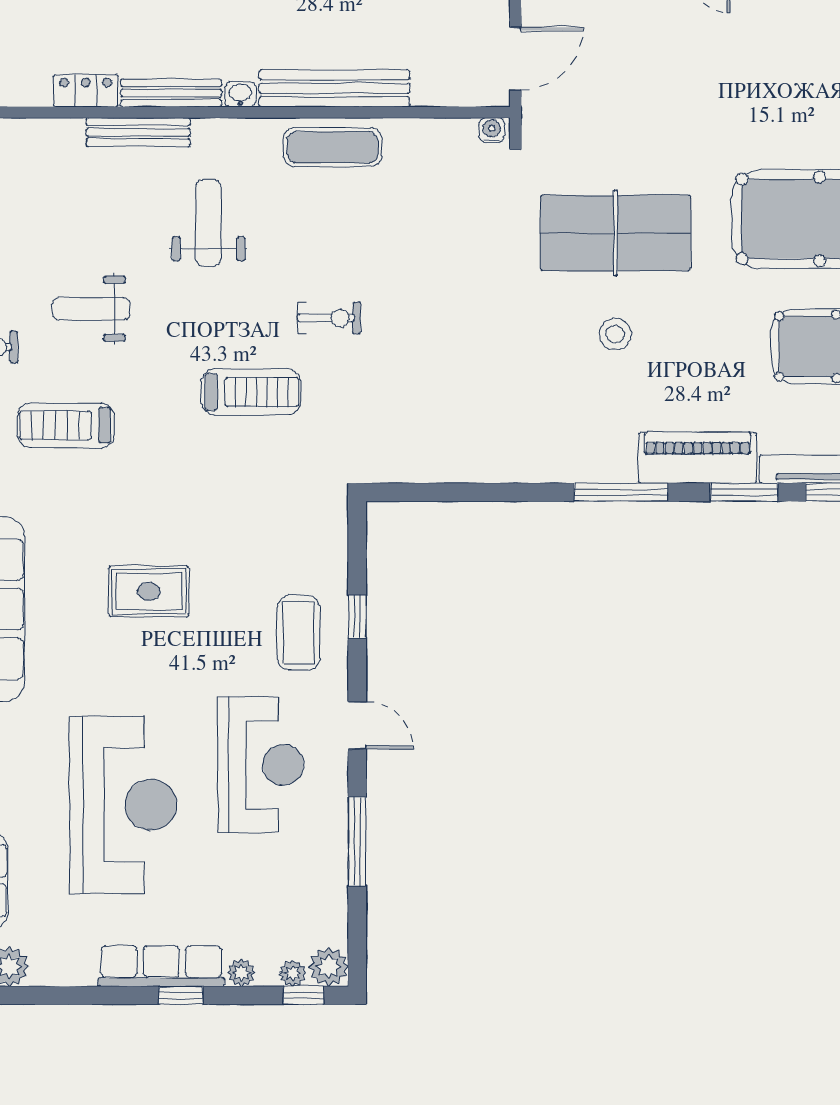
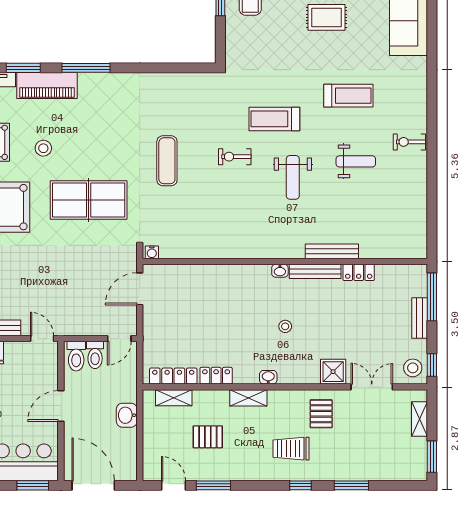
bench: (334, 88) -> (232, 274), removed
exercise mat: (333, 147) -> (167, 161), moved, turned 90
weight bench: (208, 223) -> (293, 177), moved
stool: (615, 334) -> (43, 148), moved
treadmill: (66, 425) -> (348, 96), moved

